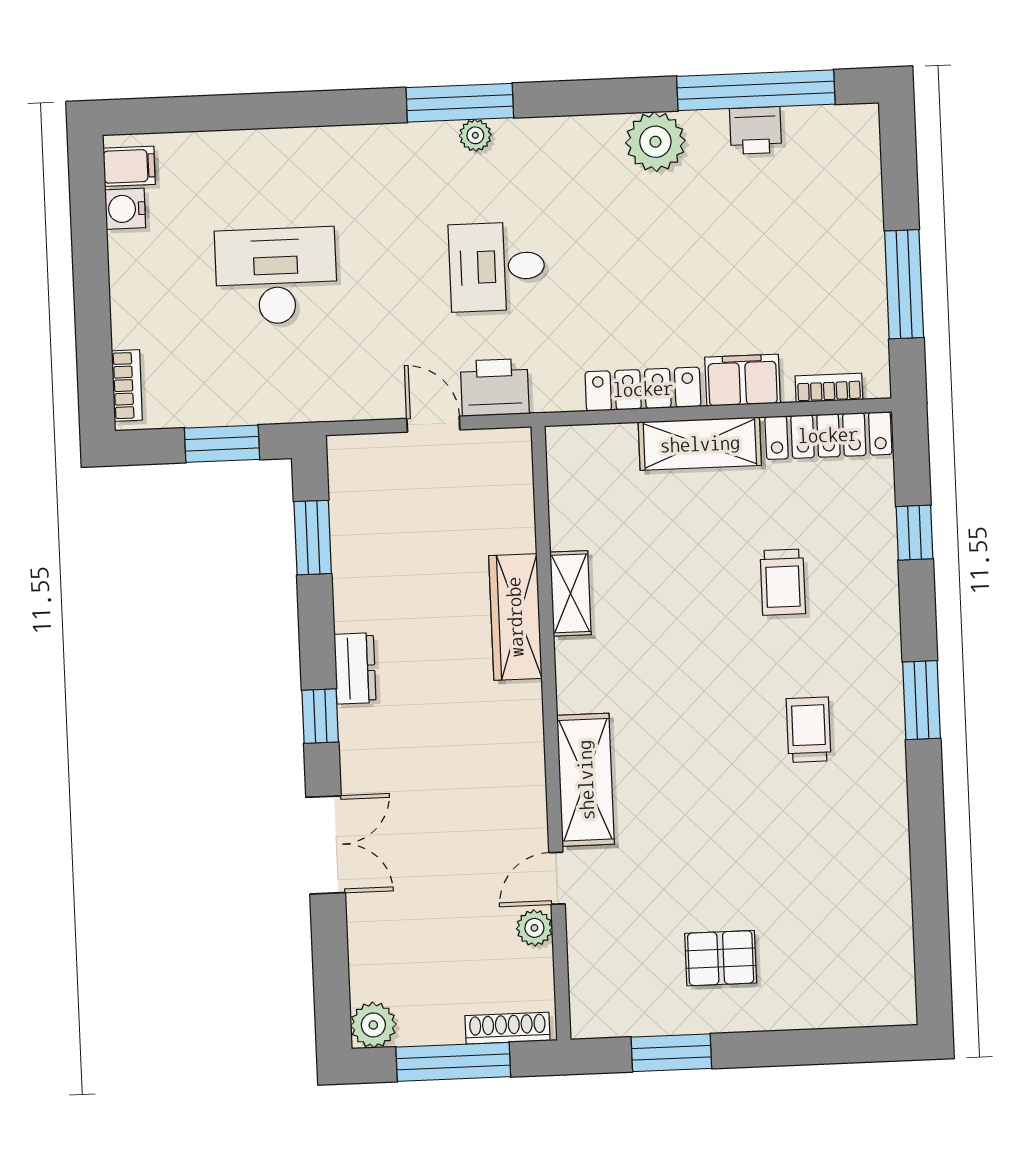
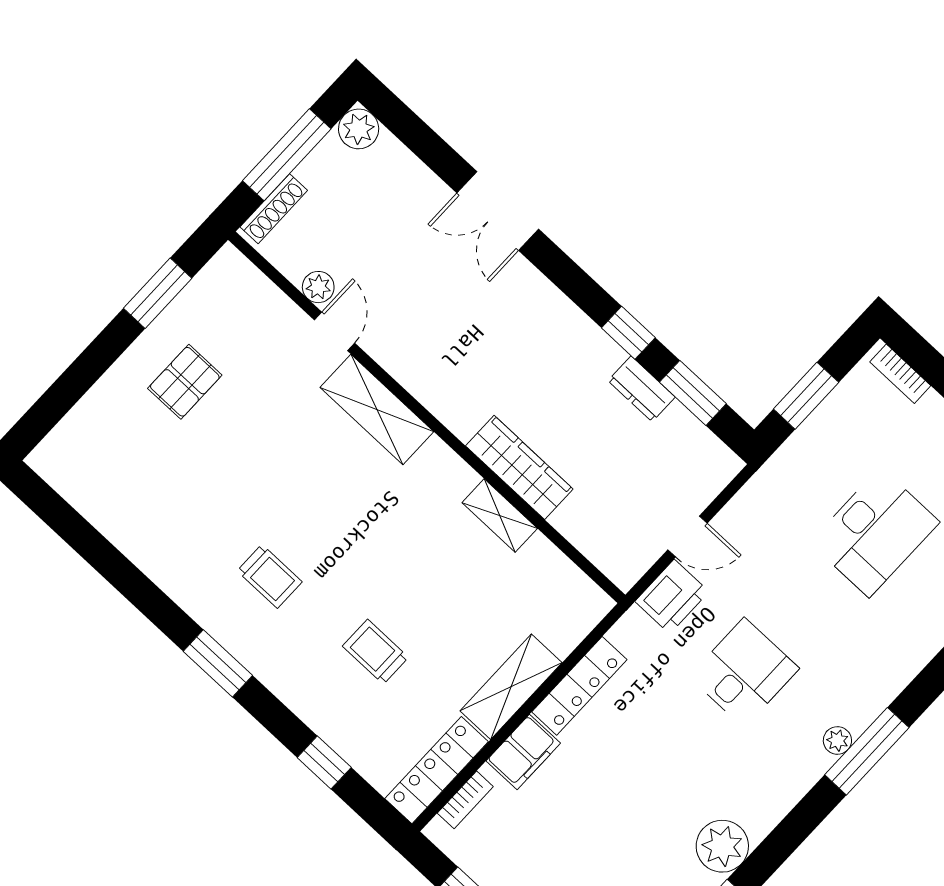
dresser: (355, 668) -> (642, 389), moved
window: (320, 716) -> (628, 333), moved

